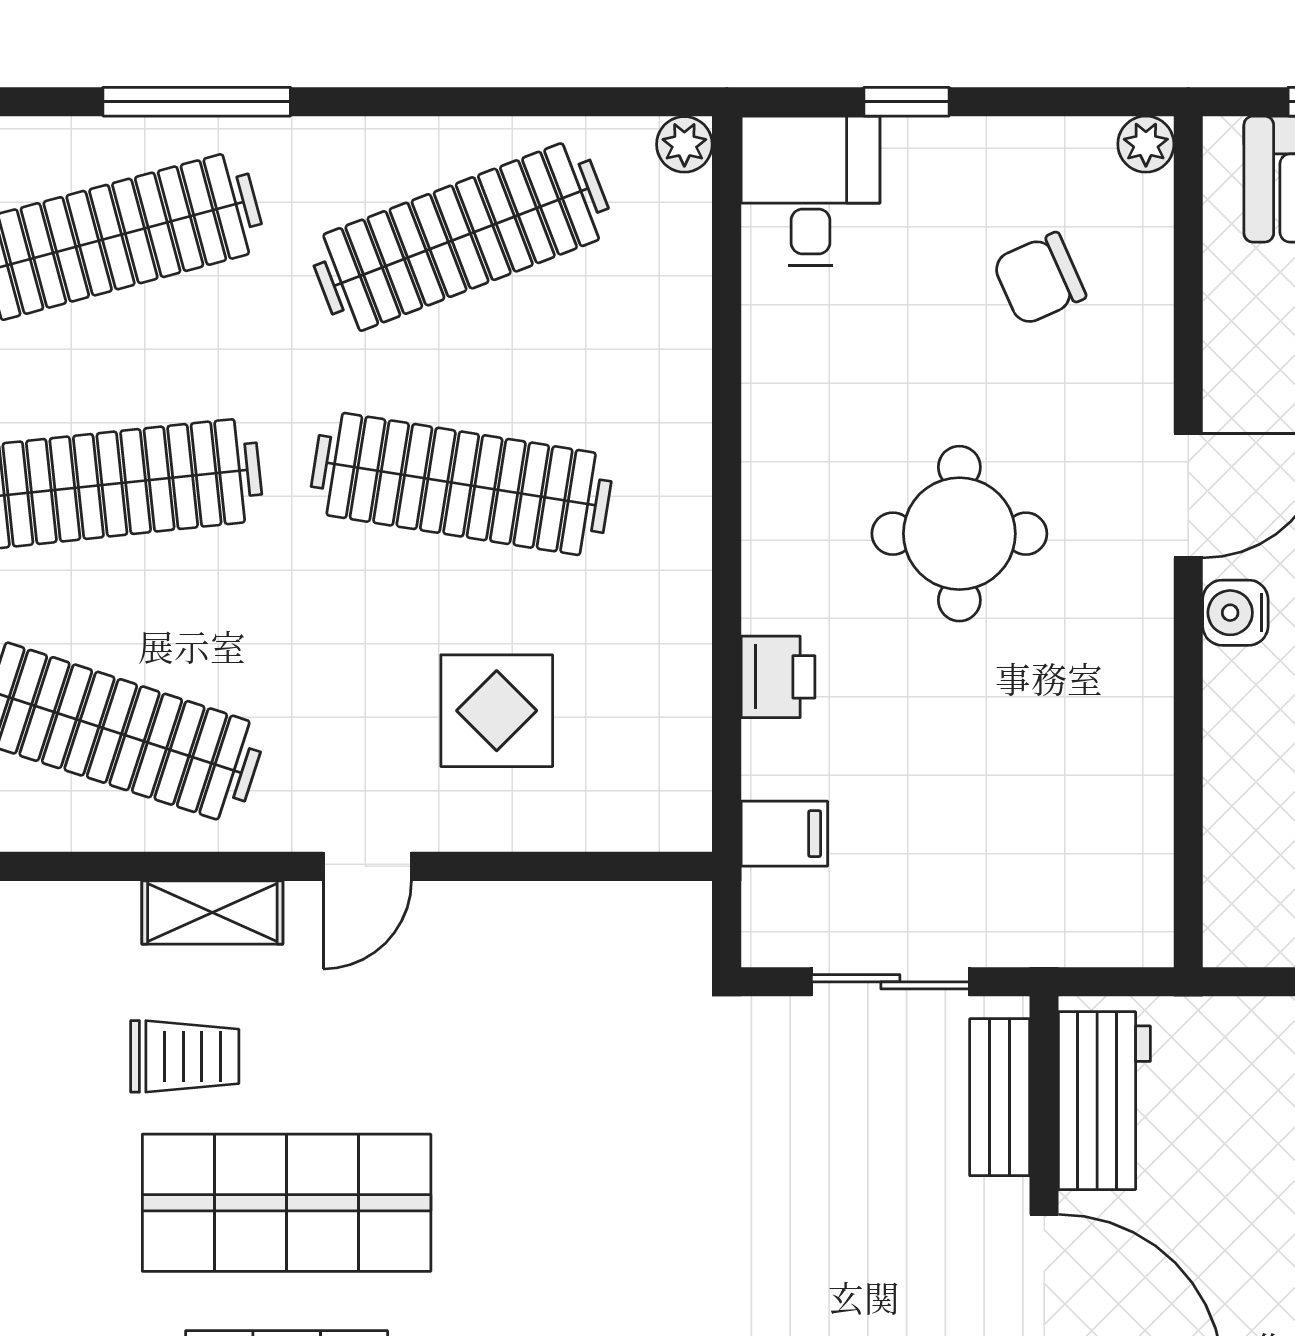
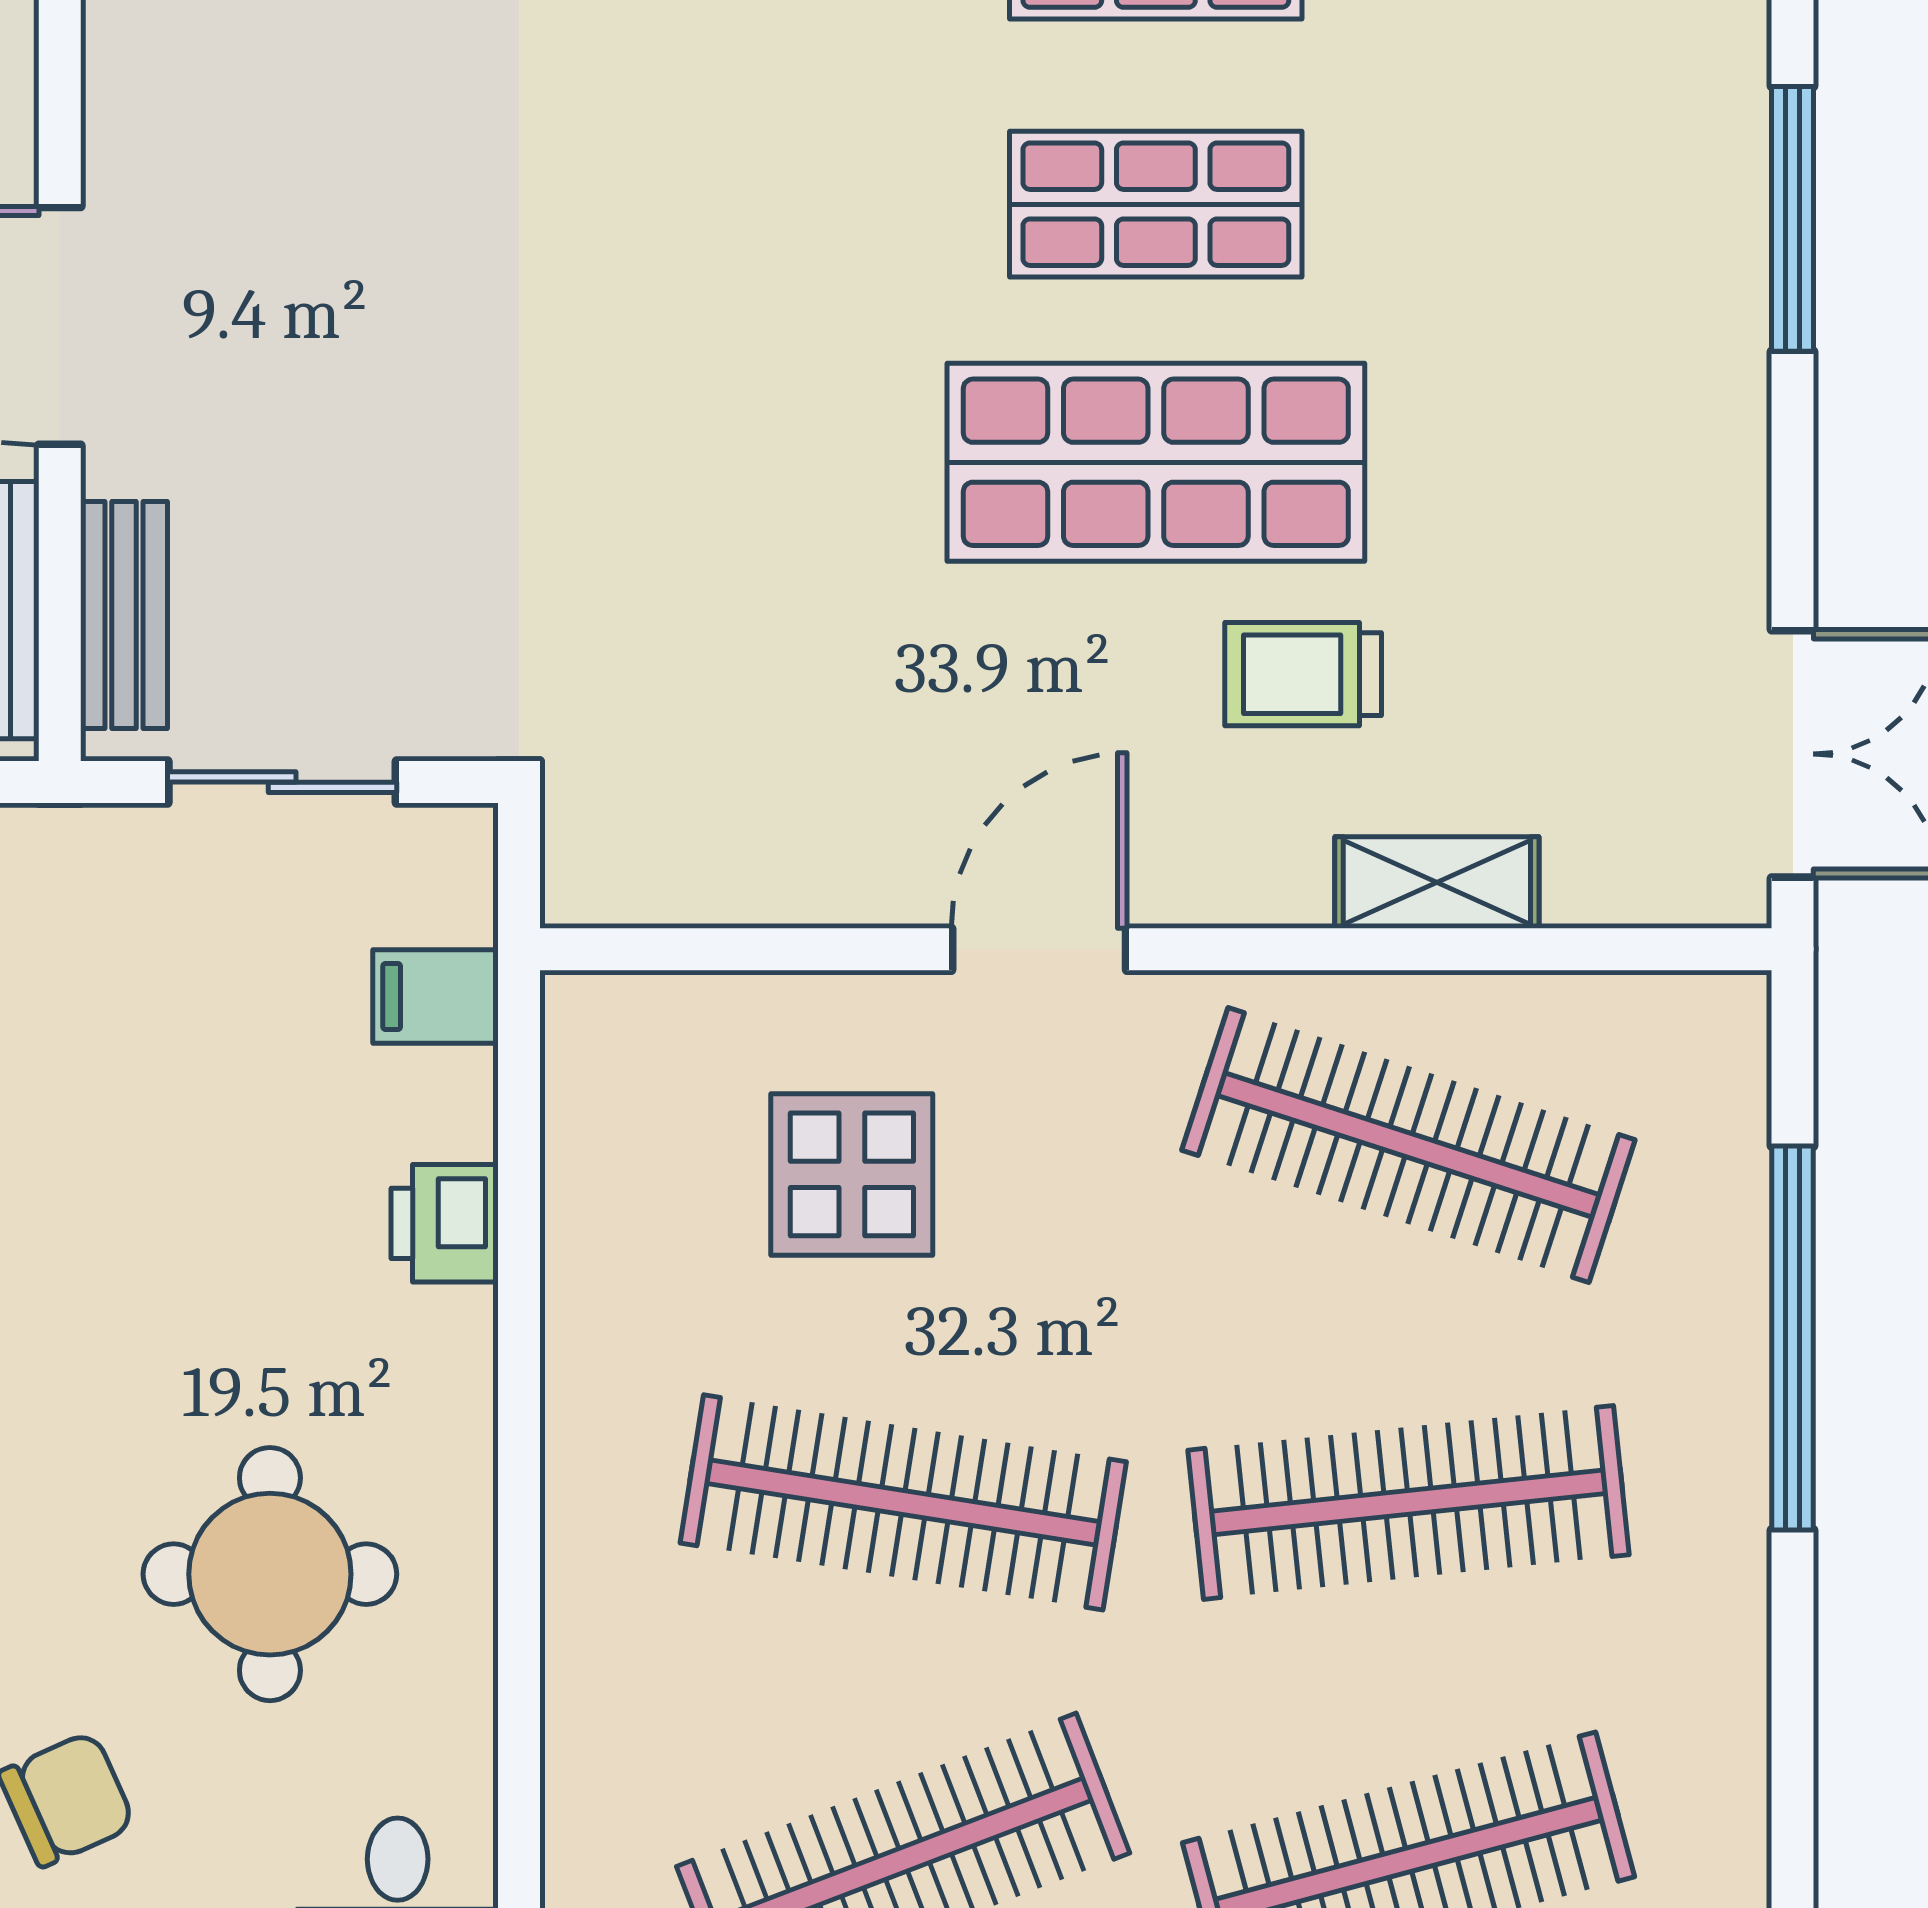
round table: (959, 534) -> (270, 1574), moved
door: (367, 866) -> (1039, 949), width x1.37
shelving: (212, 912) -> (1437, 882), moved

